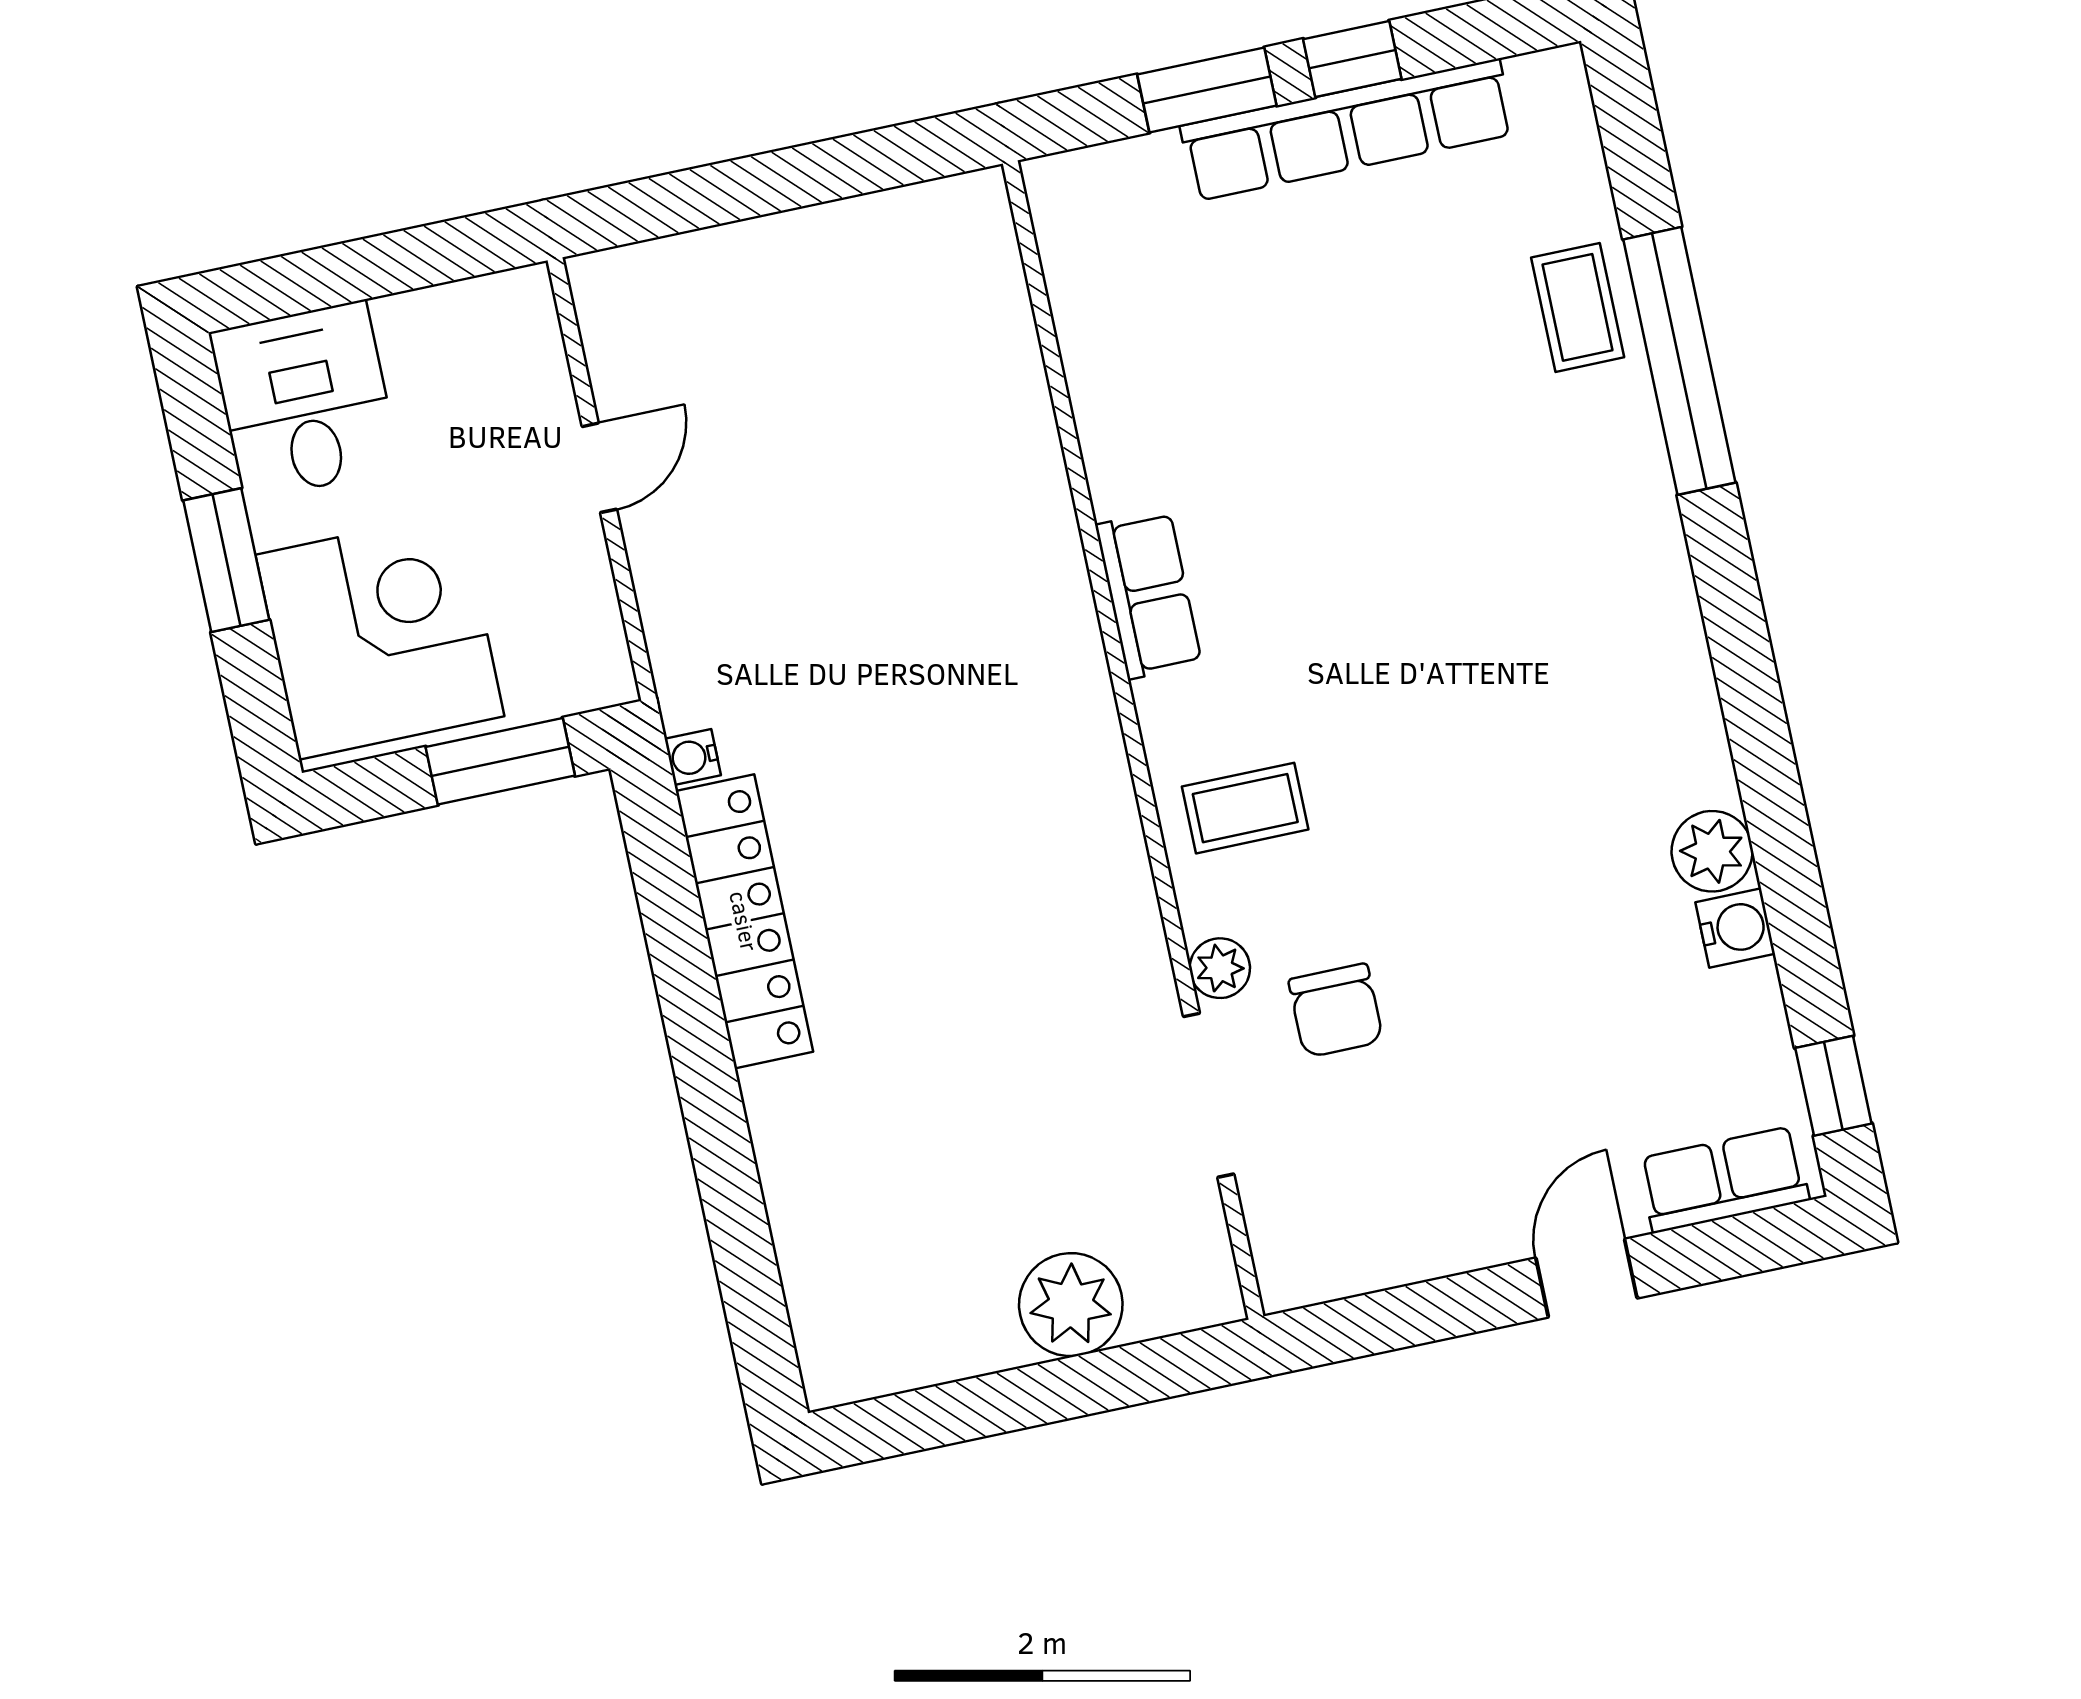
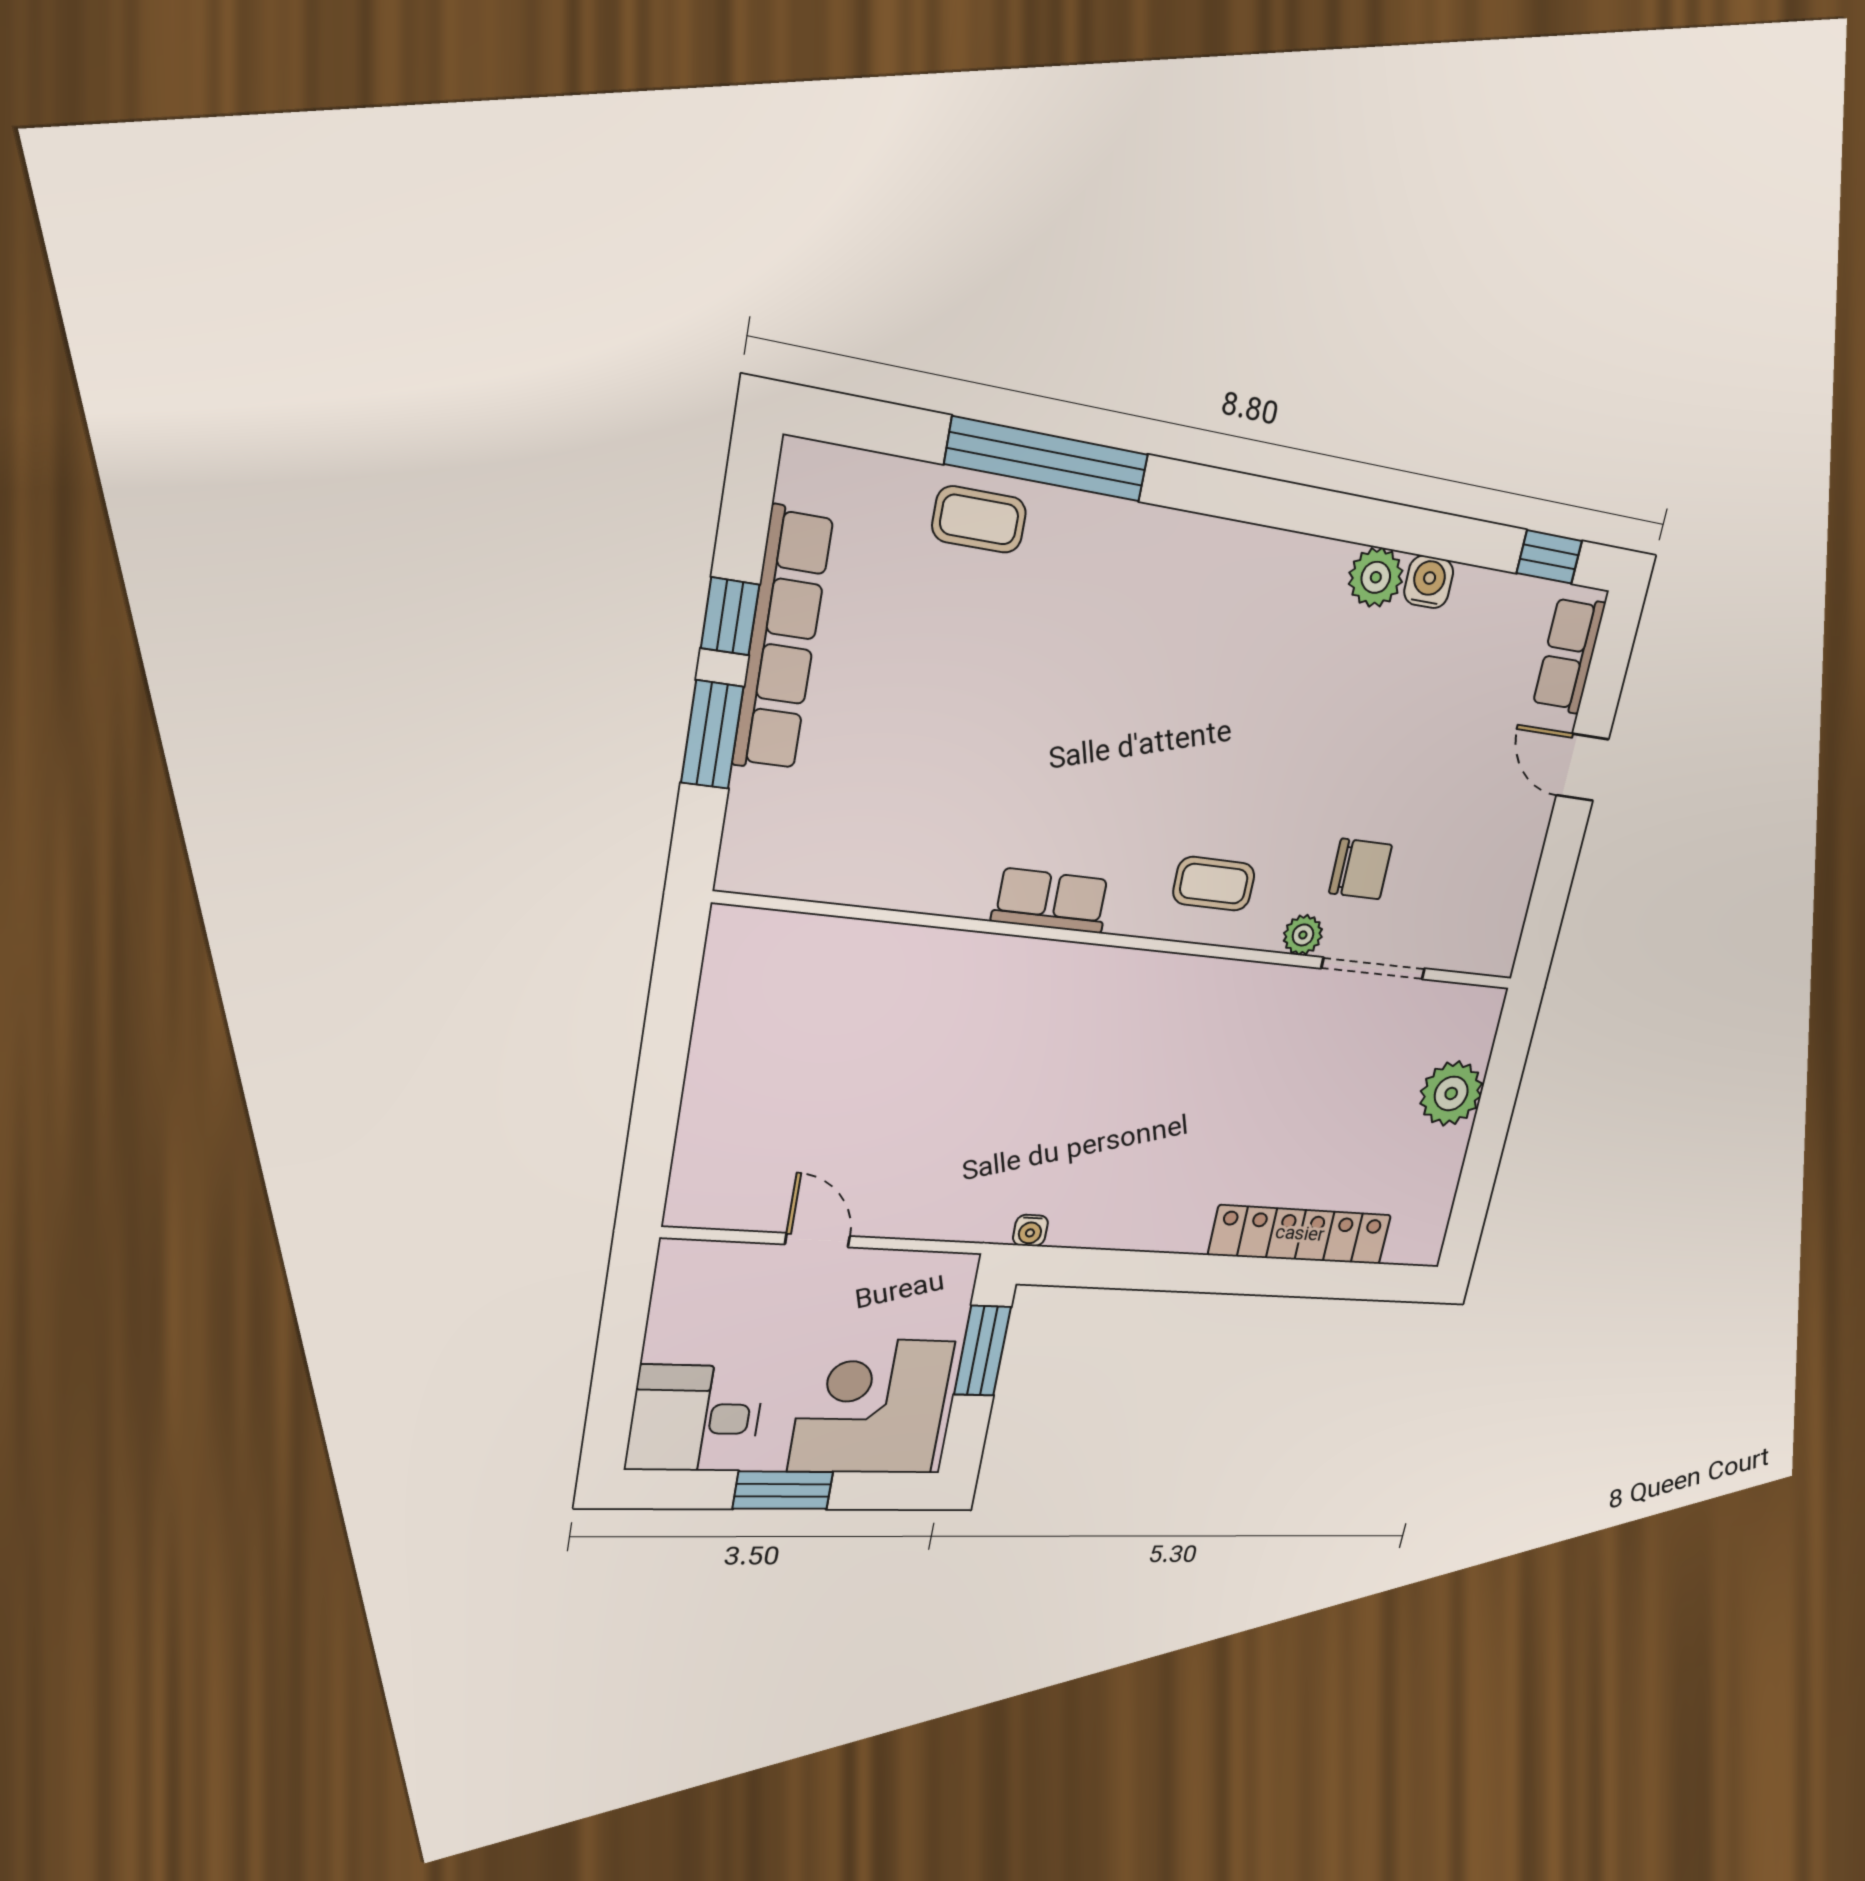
coffee table: (1245, 808) -> (1214, 884), turned 90
locker: (744, 921) -> (1300, 1235), moved

